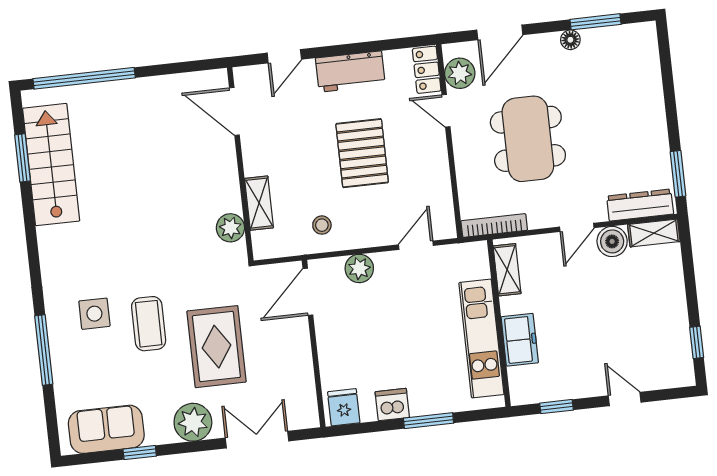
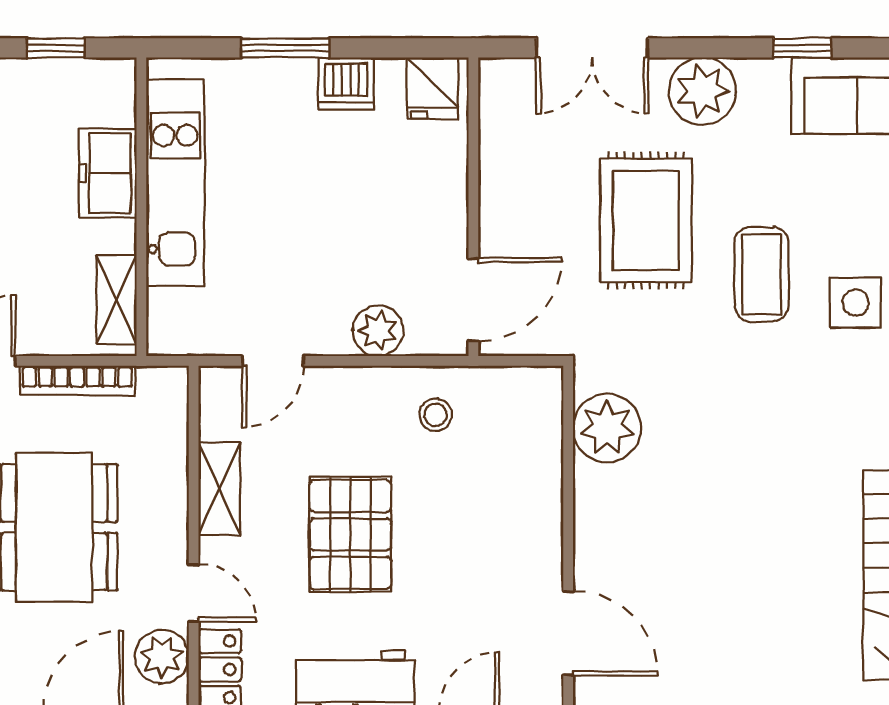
shelving: (259, 203) -> (219, 488), moved
bookcase: (494, 225) -> (77, 381), moved
plant: (230, 228) -> (607, 428), width x1.36, depth x1.36

